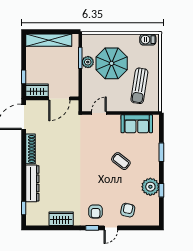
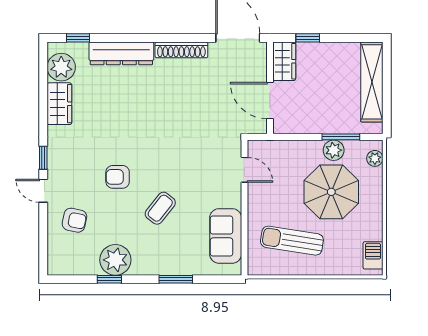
plant: (92, 39) -> (375, 158), added
armchair: (96, 212) -> (118, 177), moved
plant: (40, 218) -> (61, 67), added

